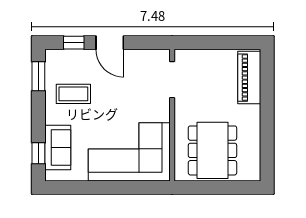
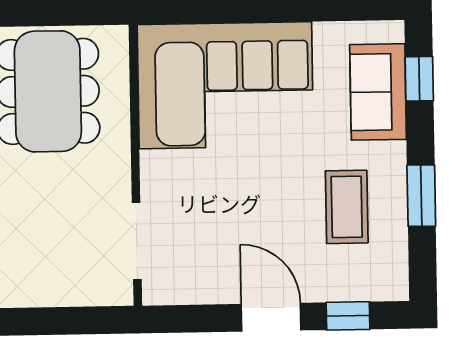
window: (38, 76) -> (421, 196), moved
coffee table: (73, 94) -> (347, 207), turned 90

